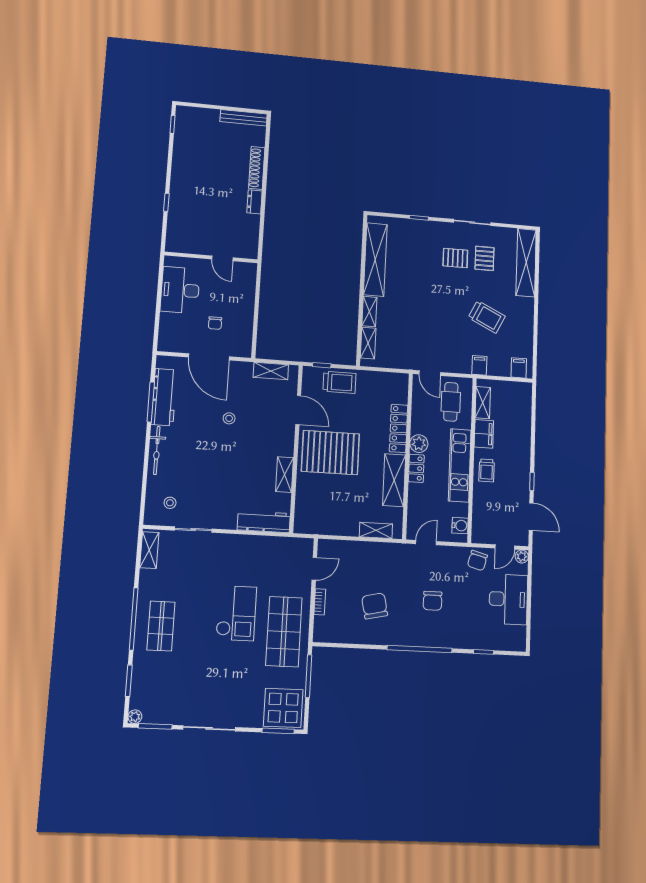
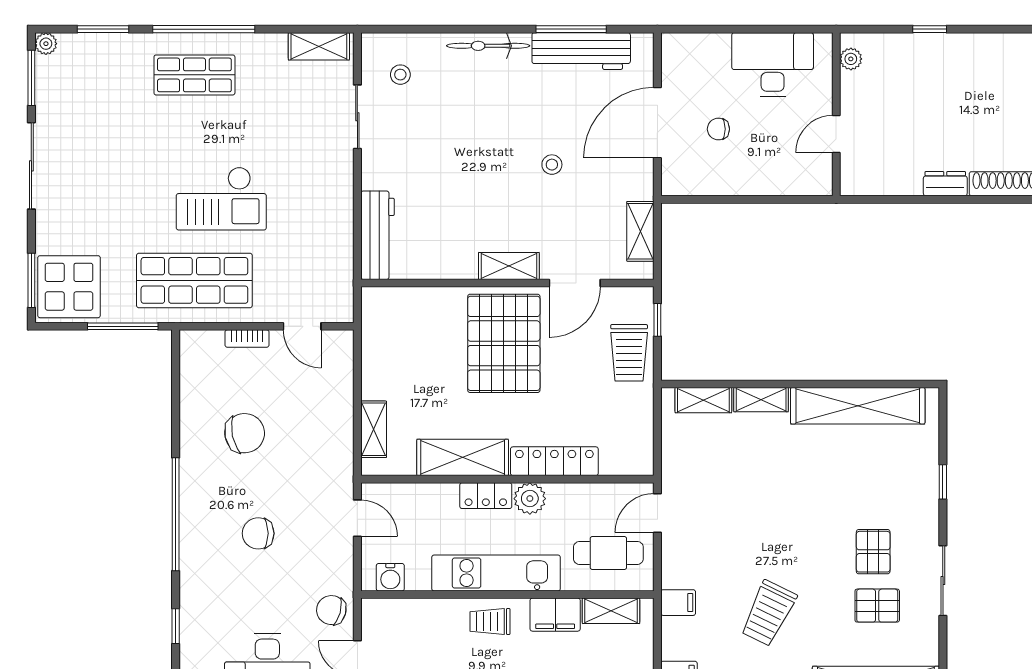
plant: (180, 247) -> (851, 59), added
shelving: (285, 475) -> (509, 266), moved

